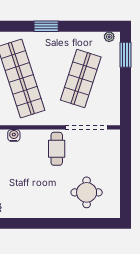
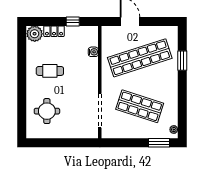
window: (46, 26) -> (182, 61), moved
cafe table: (57, 149) -> (50, 71), moved

